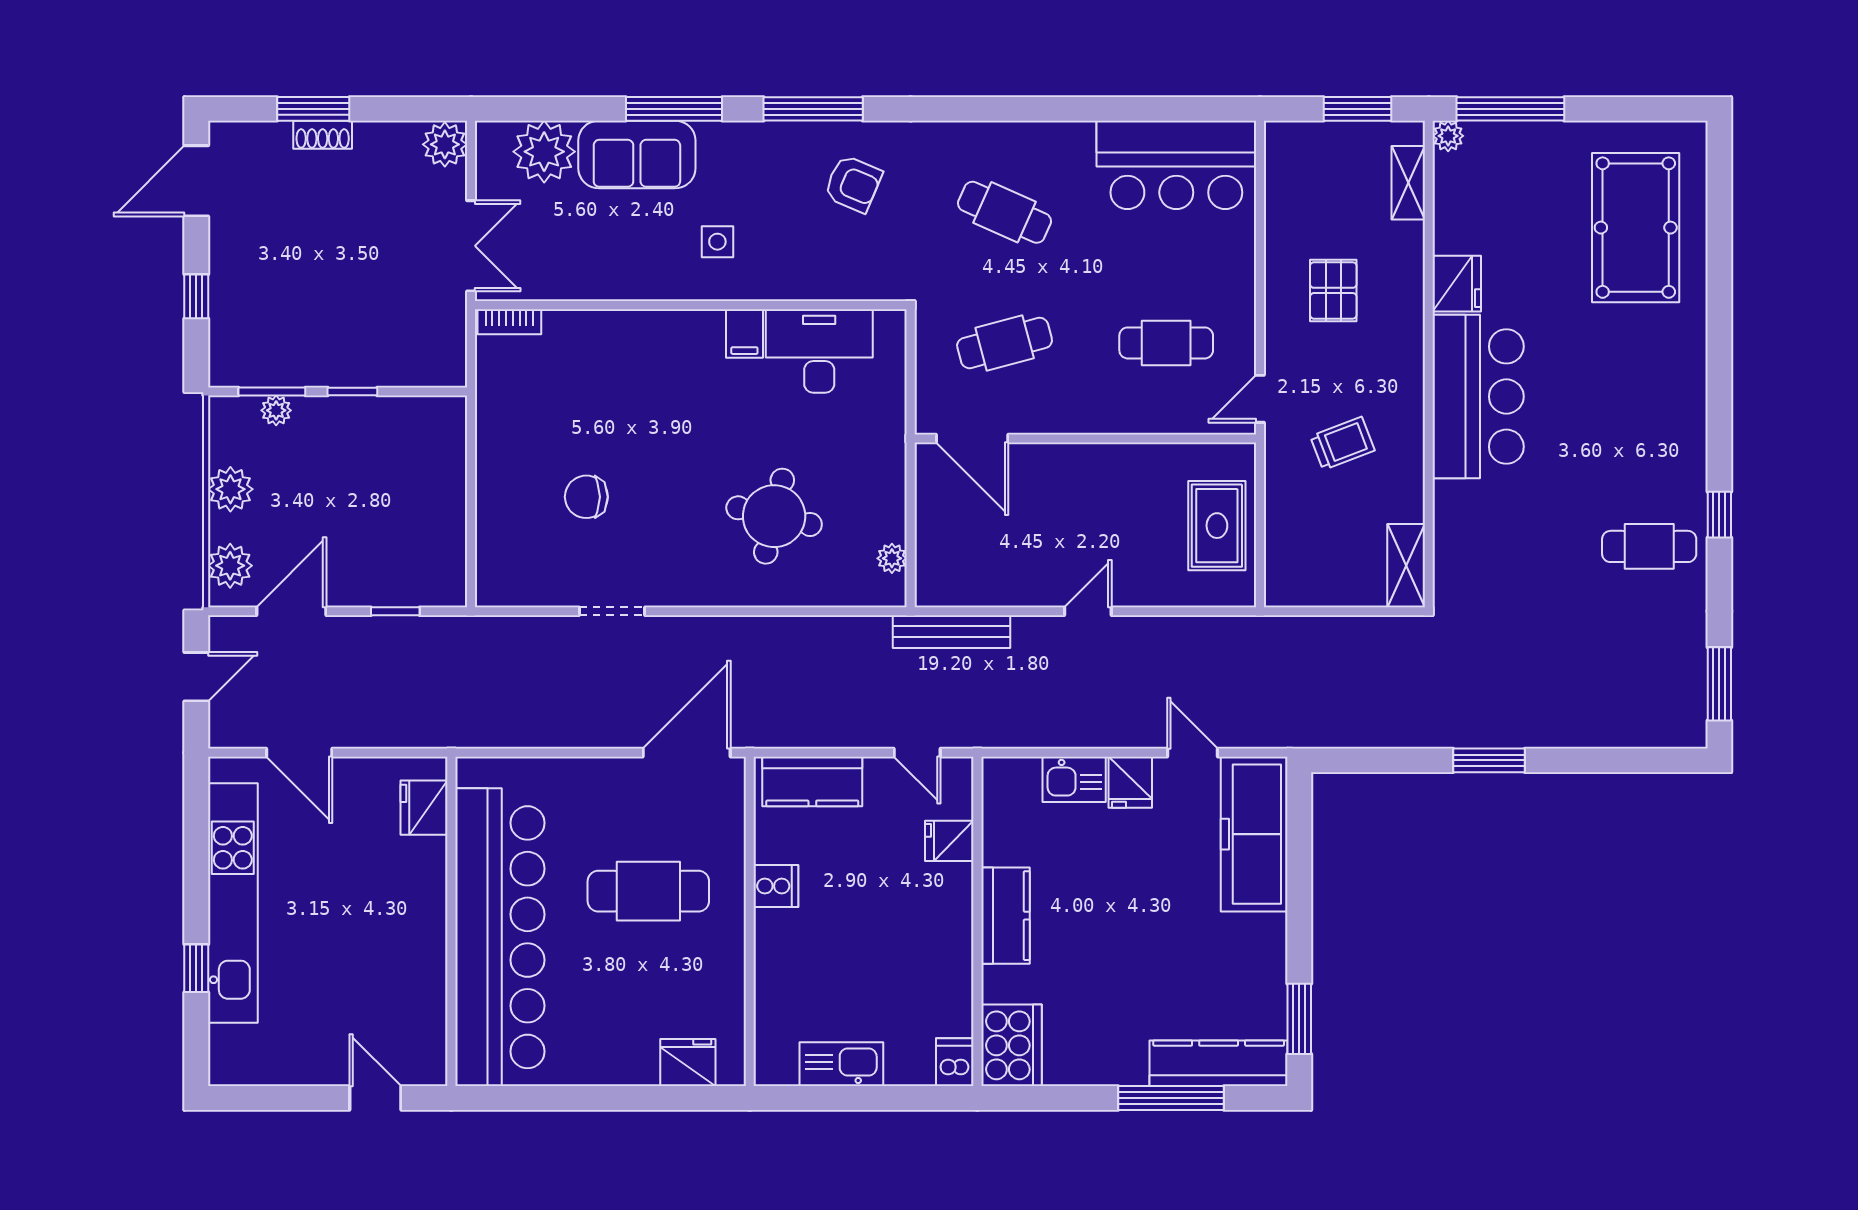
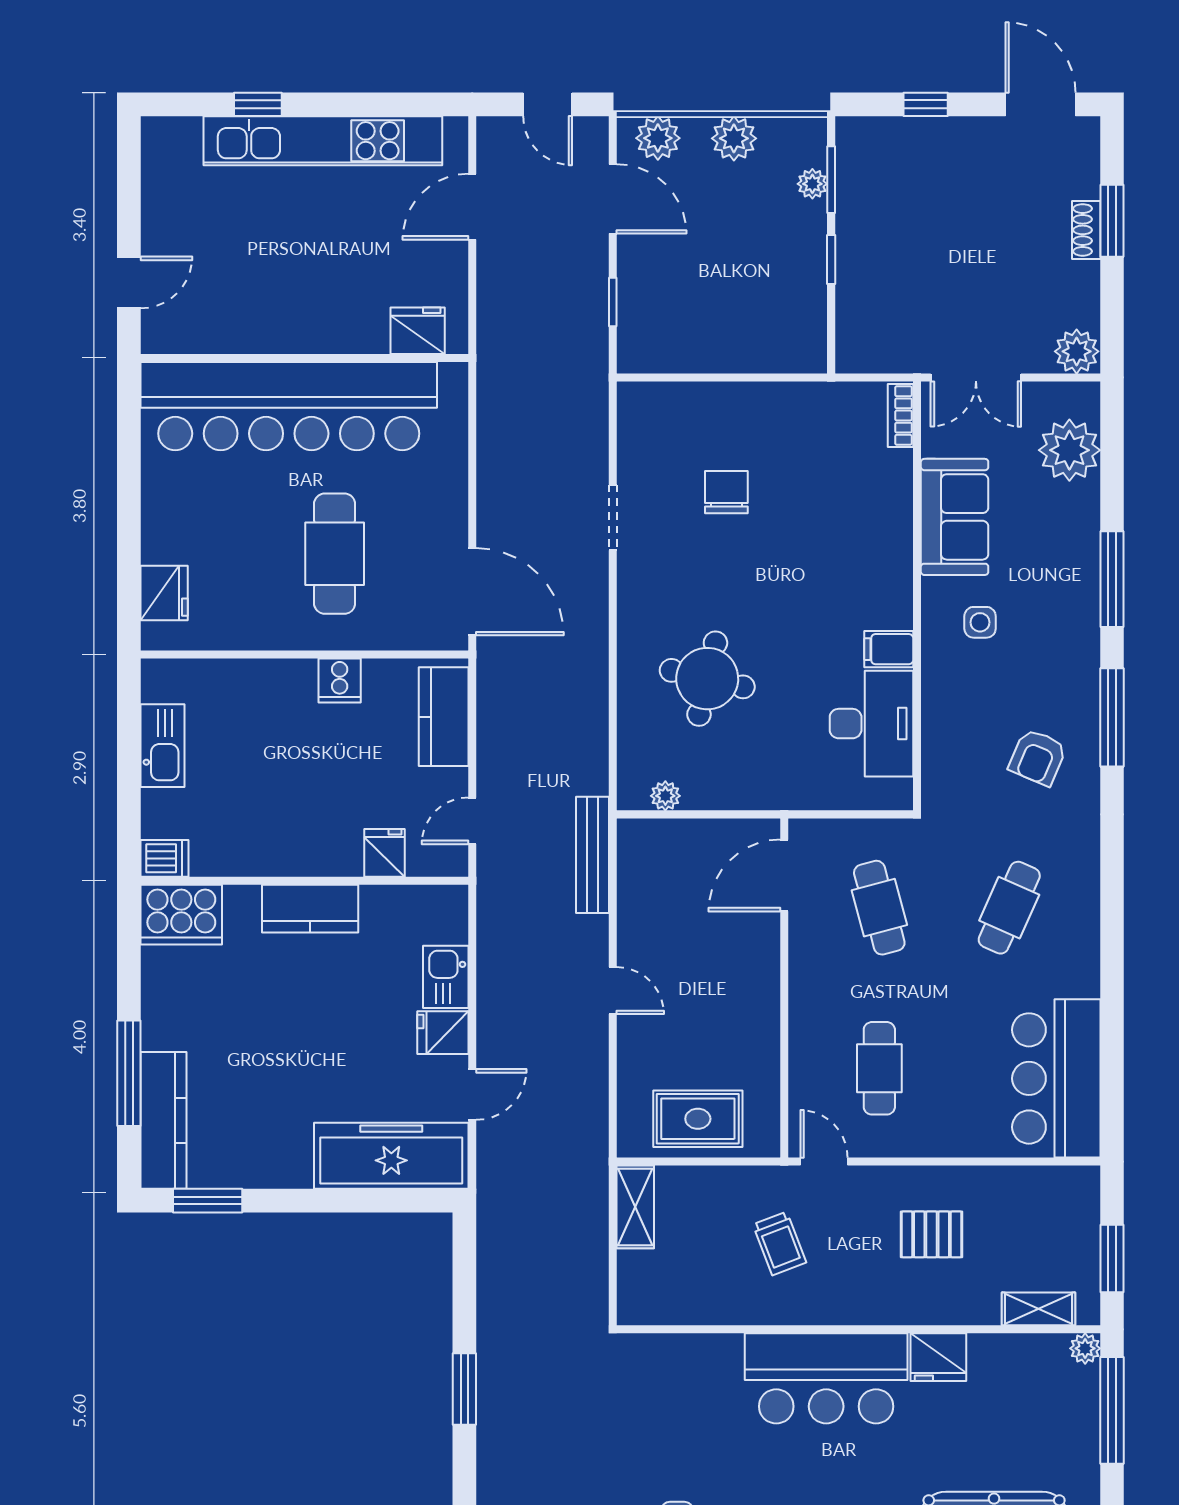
sofa: (637, 154) -> (955, 517), moved, turned 180
shelving: (1406, 566) -> (635, 1207), moved, turned 90

